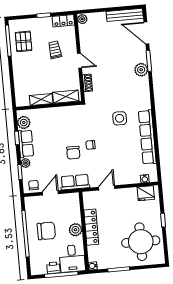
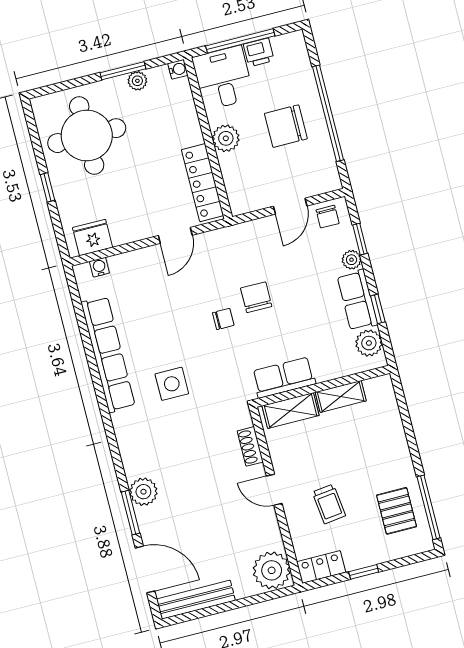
plant: (82, 19) -> (272, 570), width x1.87, depth x1.87
row of seats: (75, 182) -> (284, 378), moved, turned 180
locker: (91, 227) -> (203, 183), moved
plant: (113, 264) -> (137, 81), added

